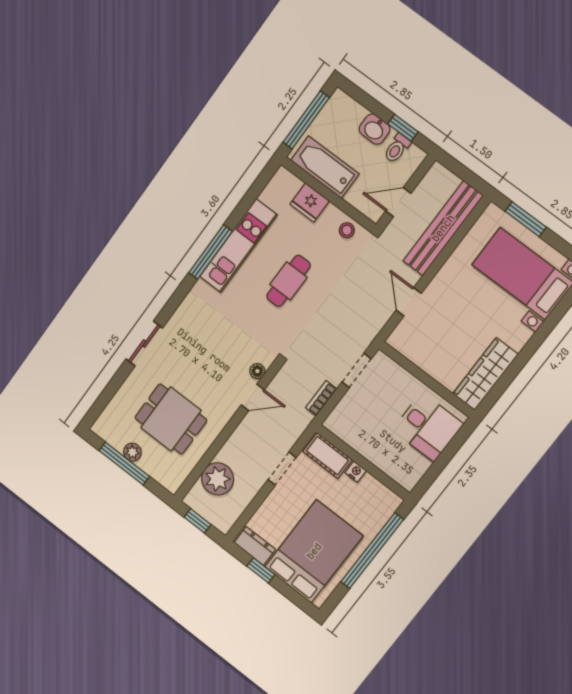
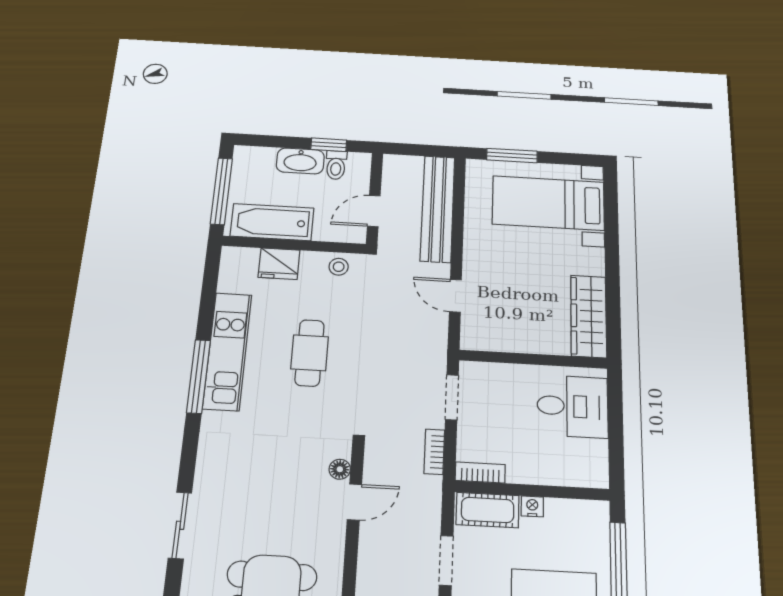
washbasin: (375, 129) -> (300, 161), width x1.38
bookcase: (340, 430) -> (480, 473), added

